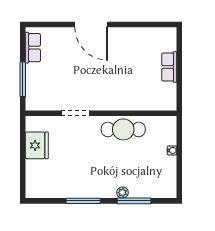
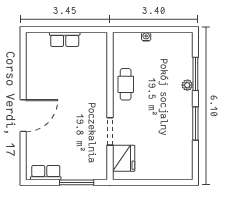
cafe table: (123, 129) -> (126, 84), width x0.73, depth x0.74
fridge: (37, 145) -> (124, 158), moved, turned 90

